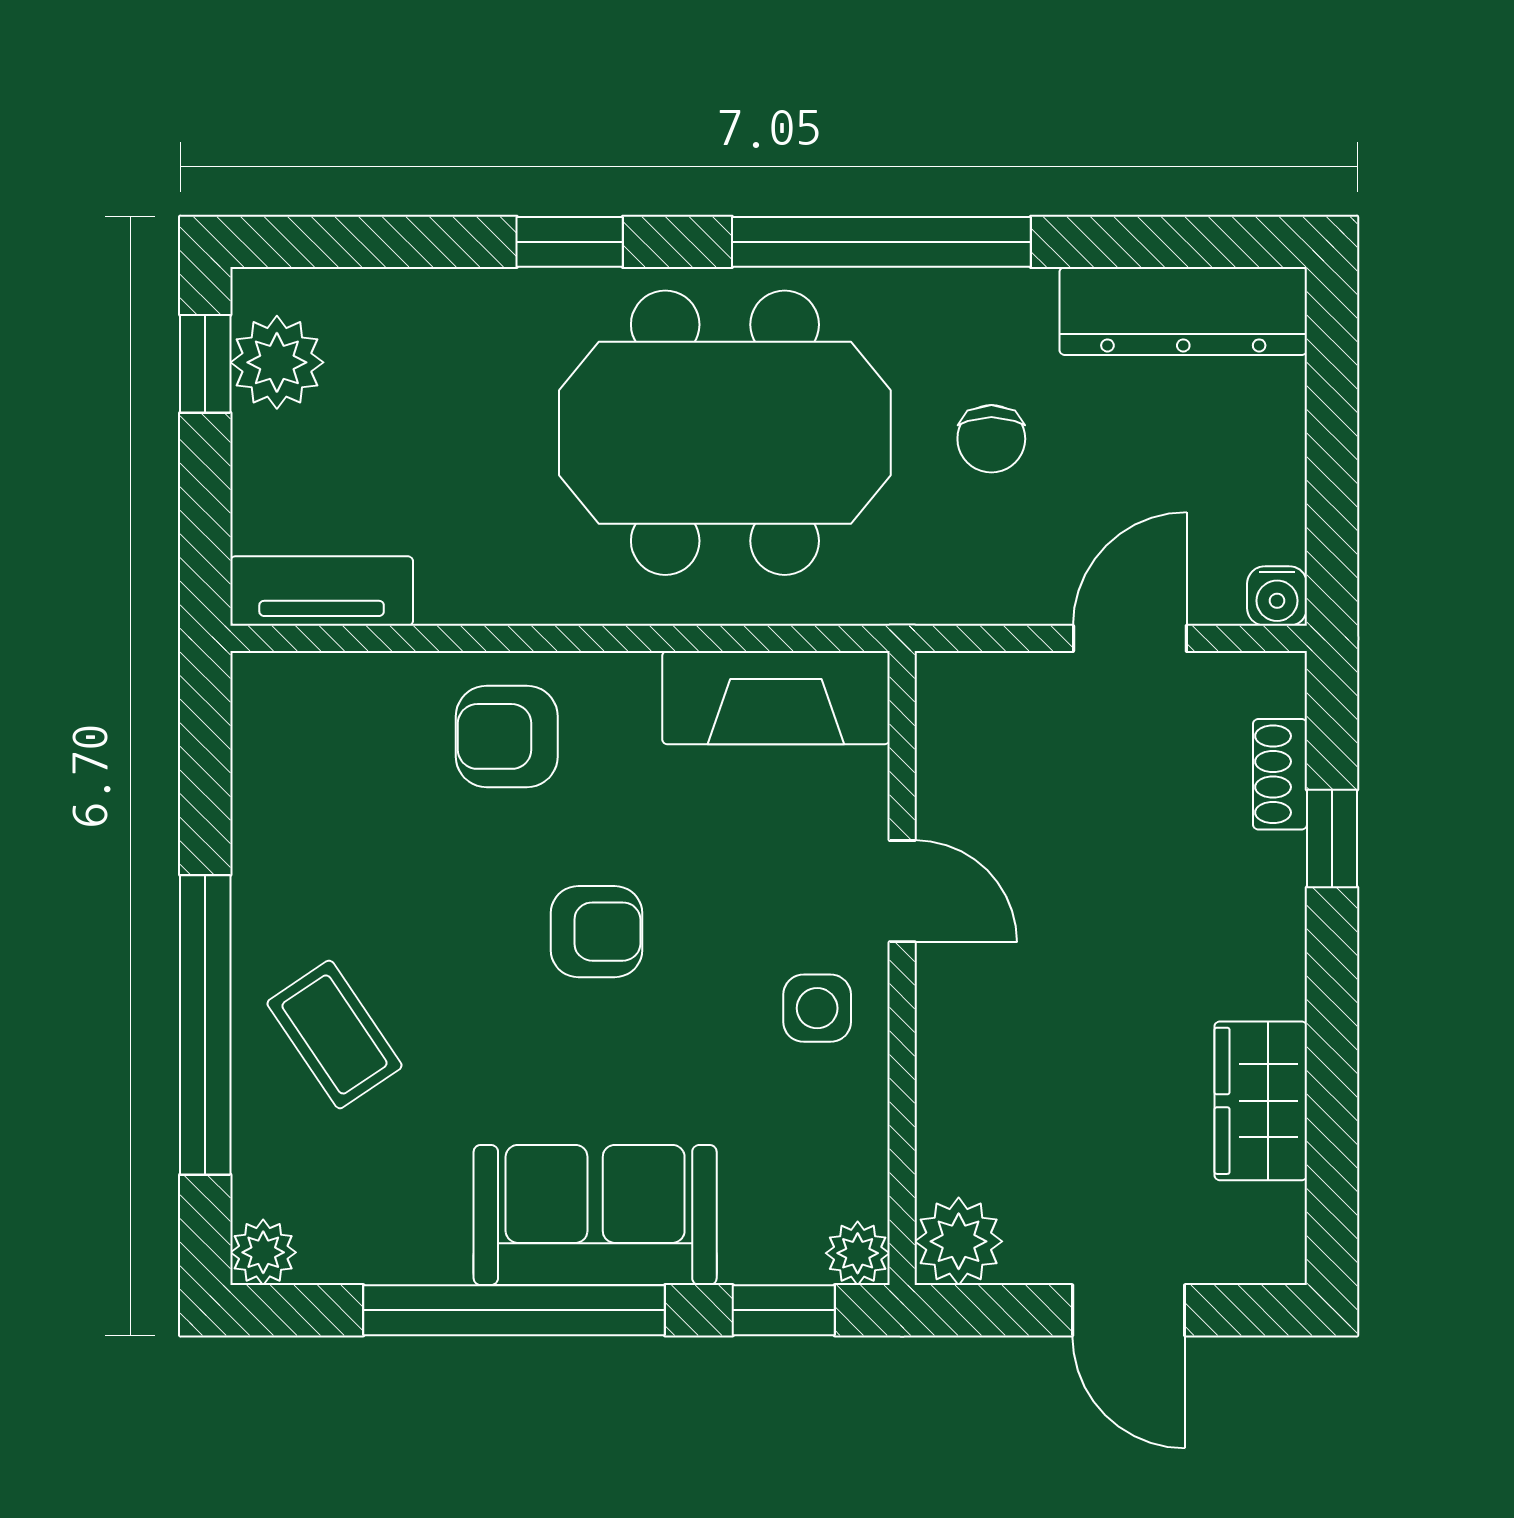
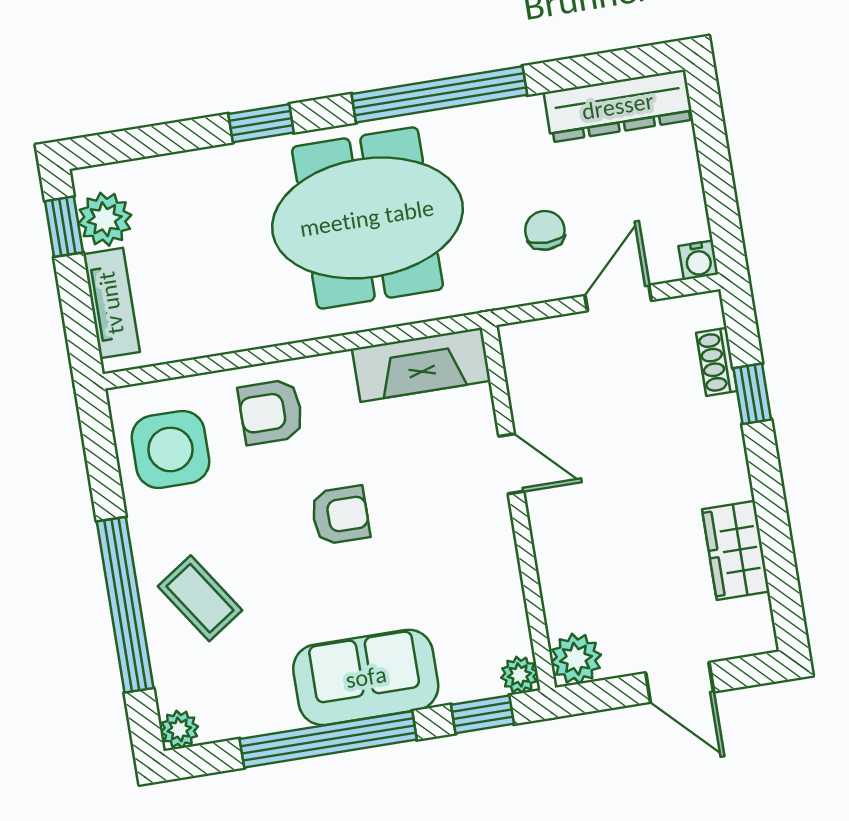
chair: (991, 439) -> (545, 230), moved, turned 180
tv unit: (322, 591) -> (111, 303), moved, turned 90
side table: (817, 1008) -> (170, 449), moved, width x1.87, depth x1.87

